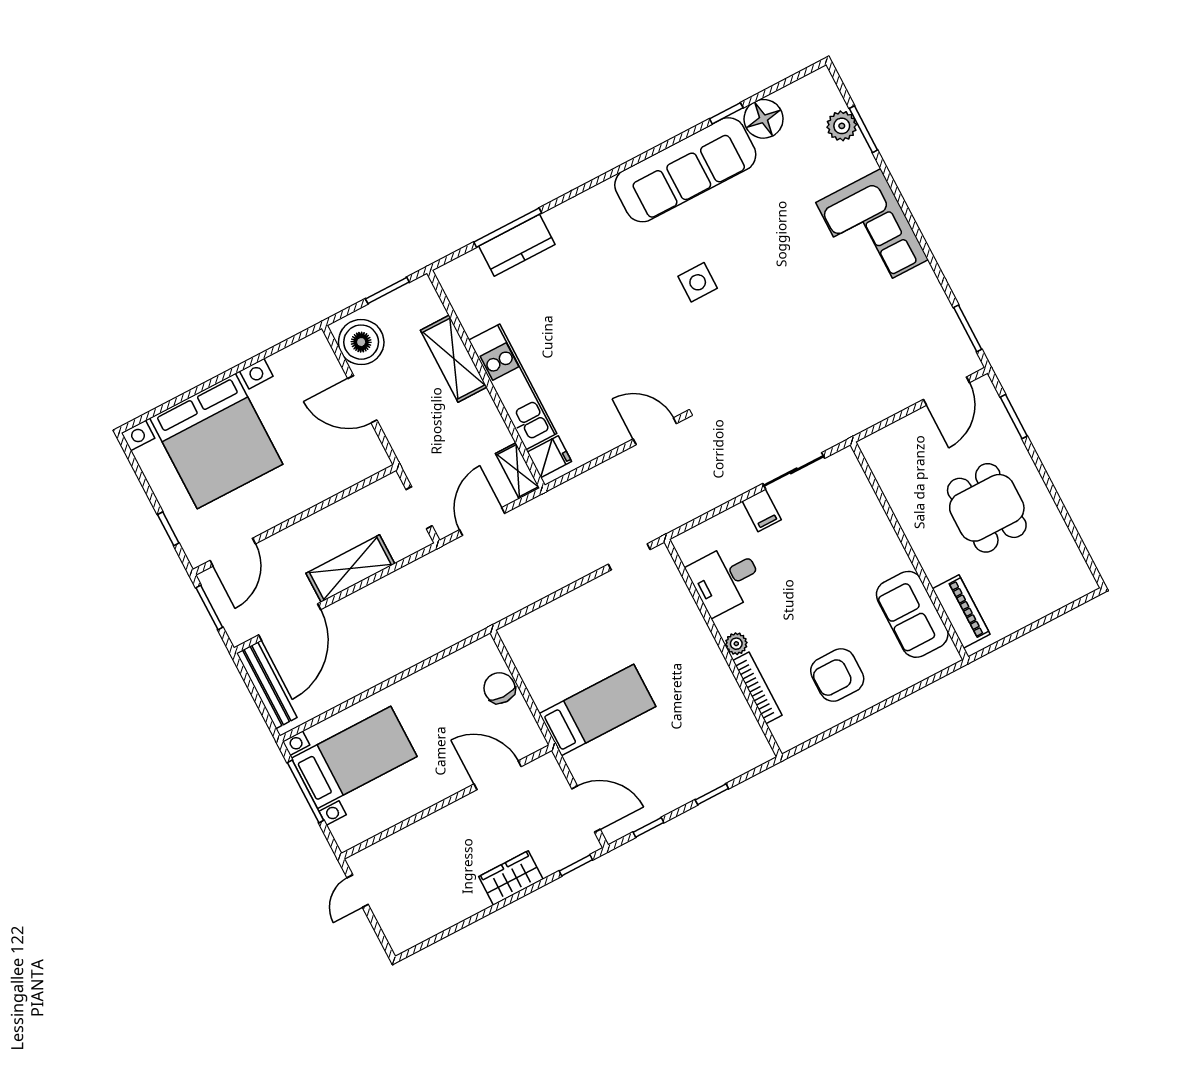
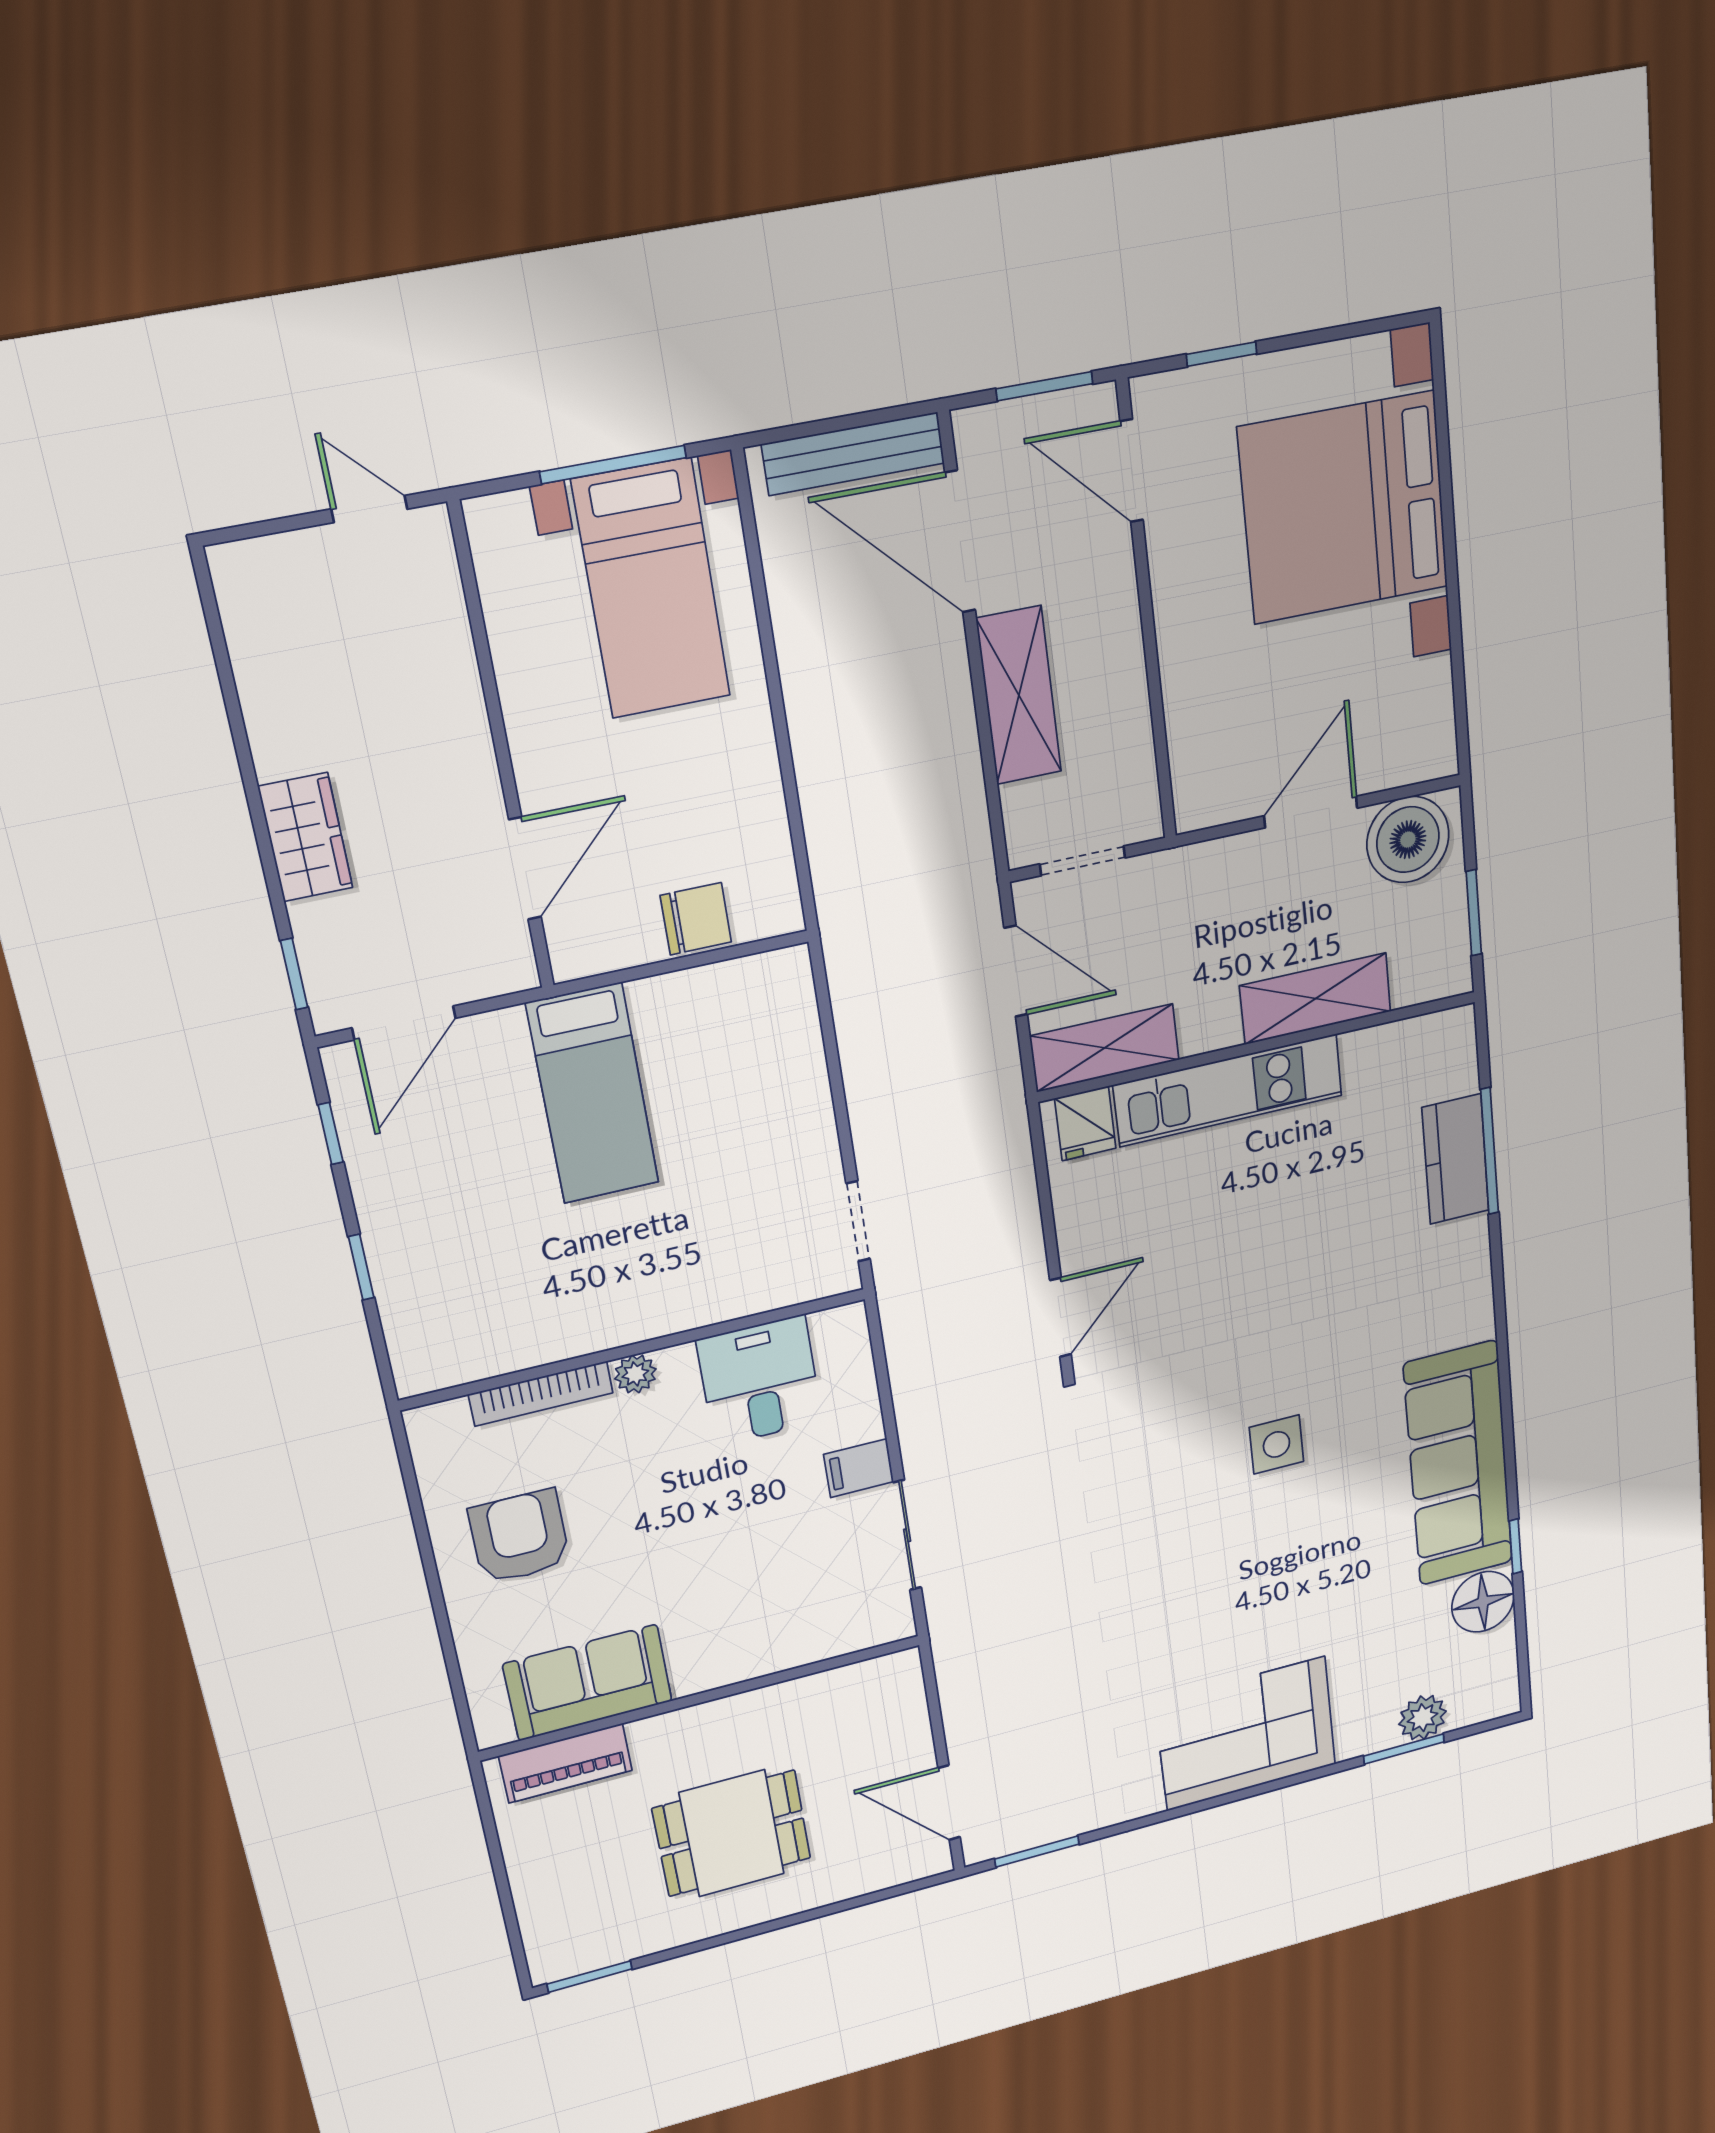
window: (1014, 417) -> (590, 1977), moved
shelving: (518, 471) -> (1105, 1048), width x1.50, depth x1.33

